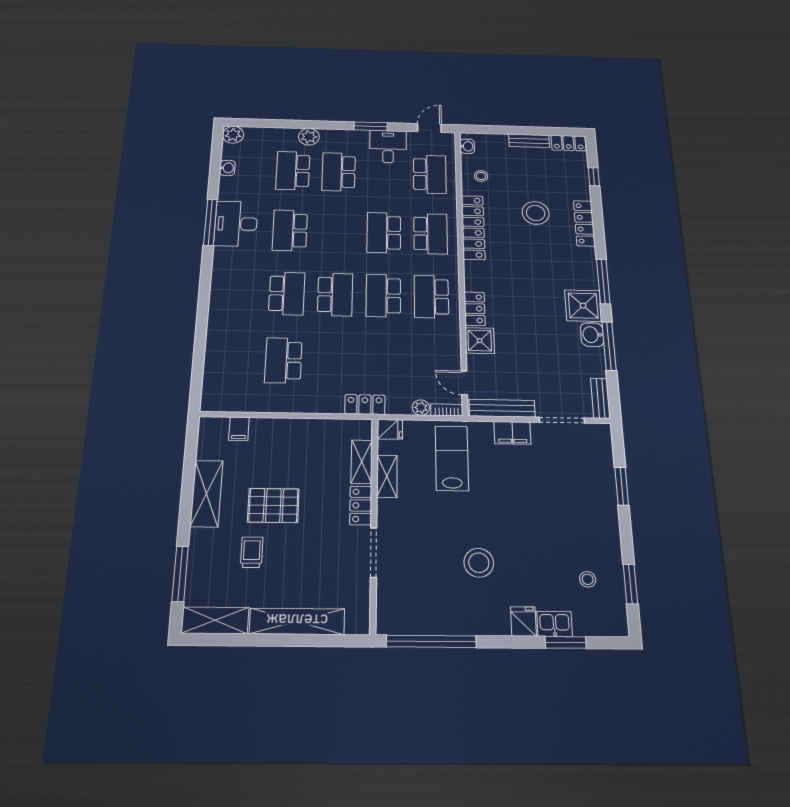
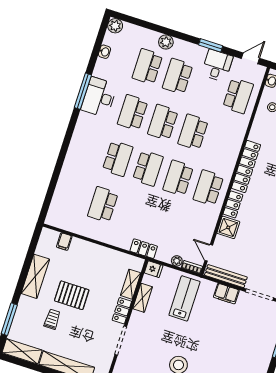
locker: (473, 227) -> (246, 167), moved
school desk: (430, 234) -> (163, 122), moved, turned 180

